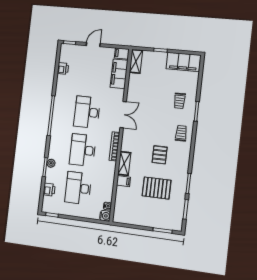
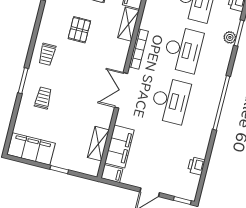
shelving: (136, 61) -> (98, 144), moved

